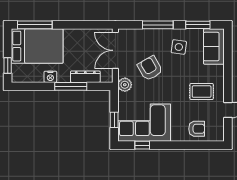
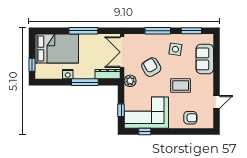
window: (35, 25) -> (83, 31), moved
sofa: (214, 47) -> (205, 59), moved
dresser: (85, 77) -> (108, 74), moved
rug: (202, 92) -> (181, 86), moved

